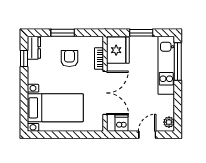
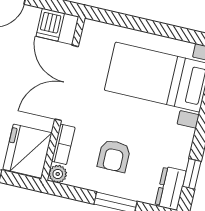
plant: (98, 41) -> (58, 174), added

